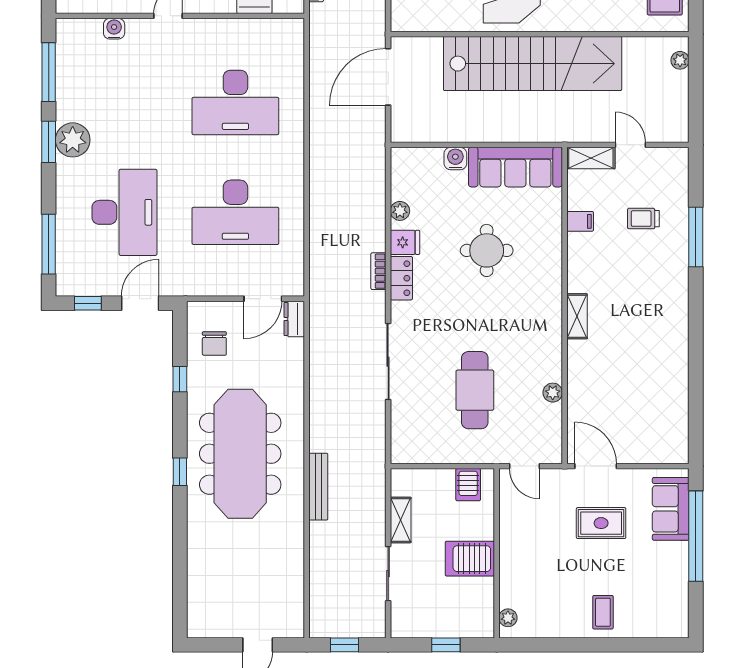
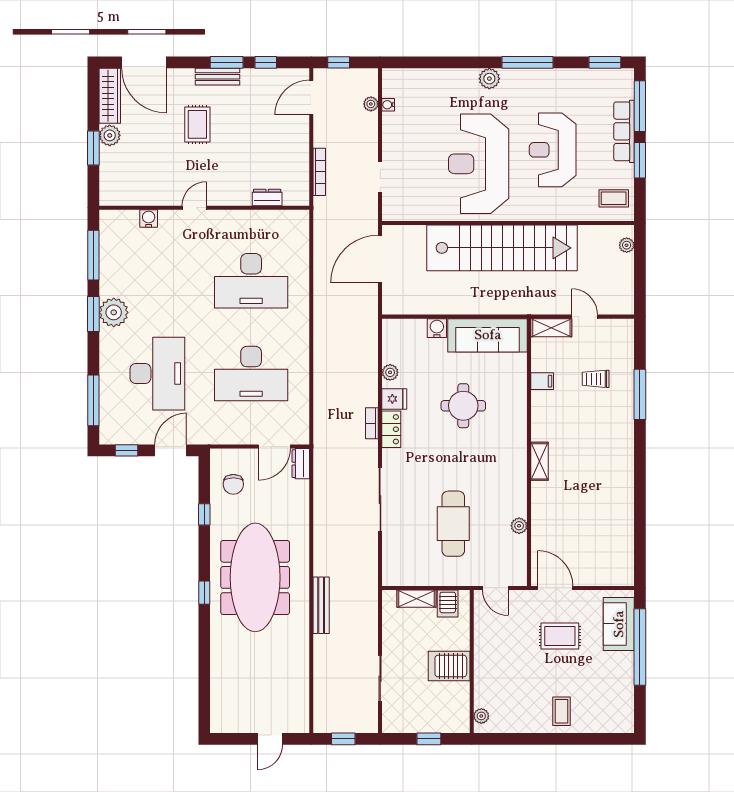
shelving: (401, 520) -> (416, 599), moved, turned 90

